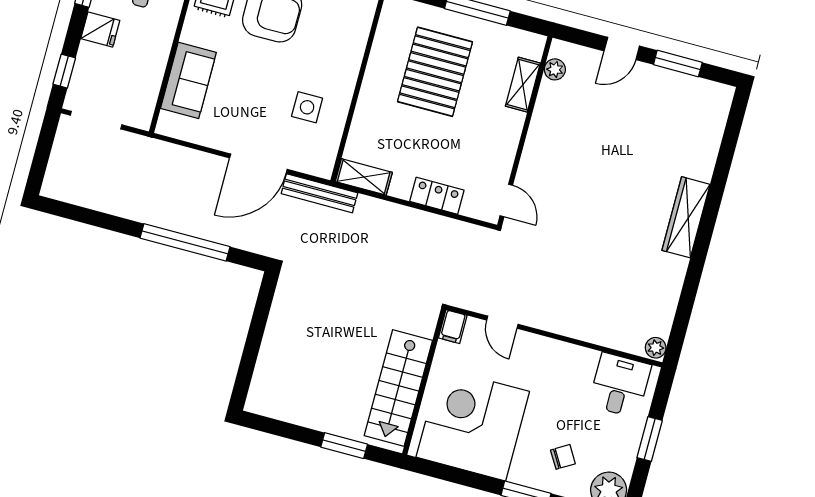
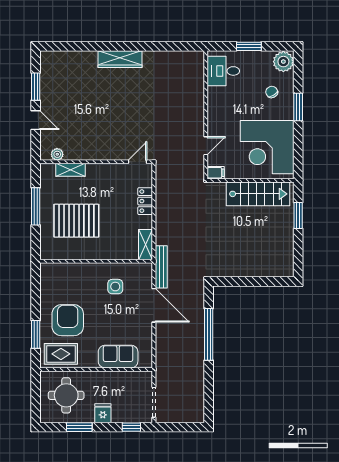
plant: (656, 348) -> (197, 57), removed

